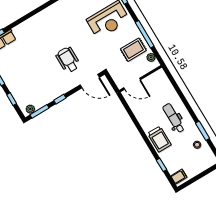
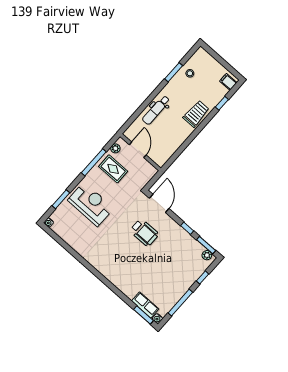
wheelchair: (68, 60) -> (144, 233), turned -90
door: (132, 84) -> (138, 150), moved
dental chair: (174, 118) -> (156, 110), moved

